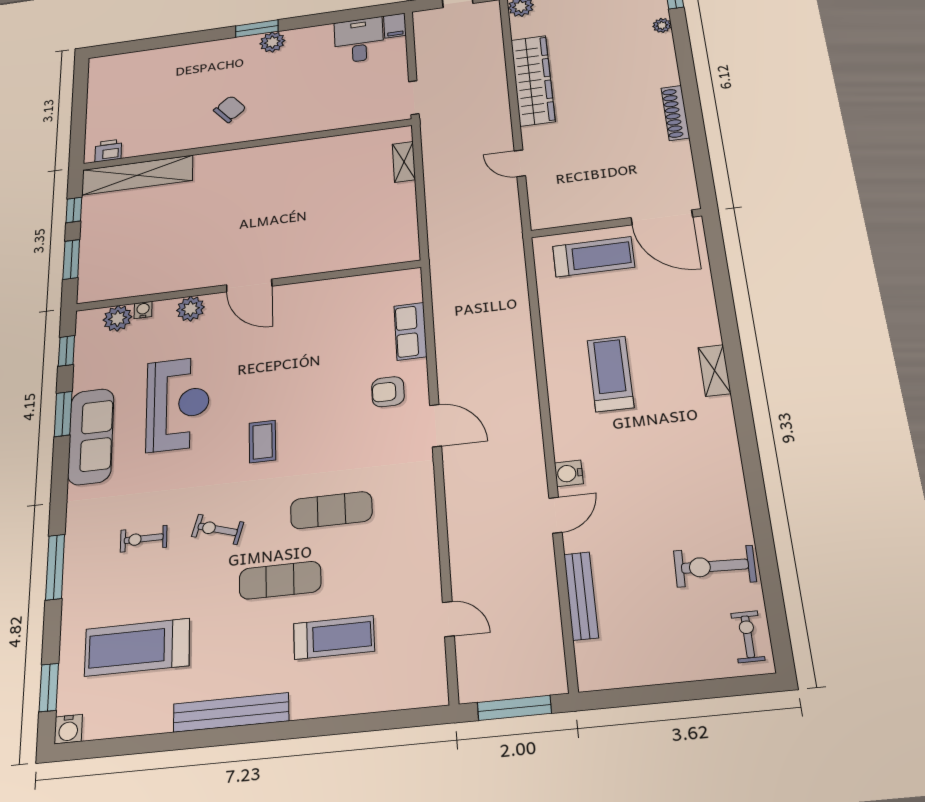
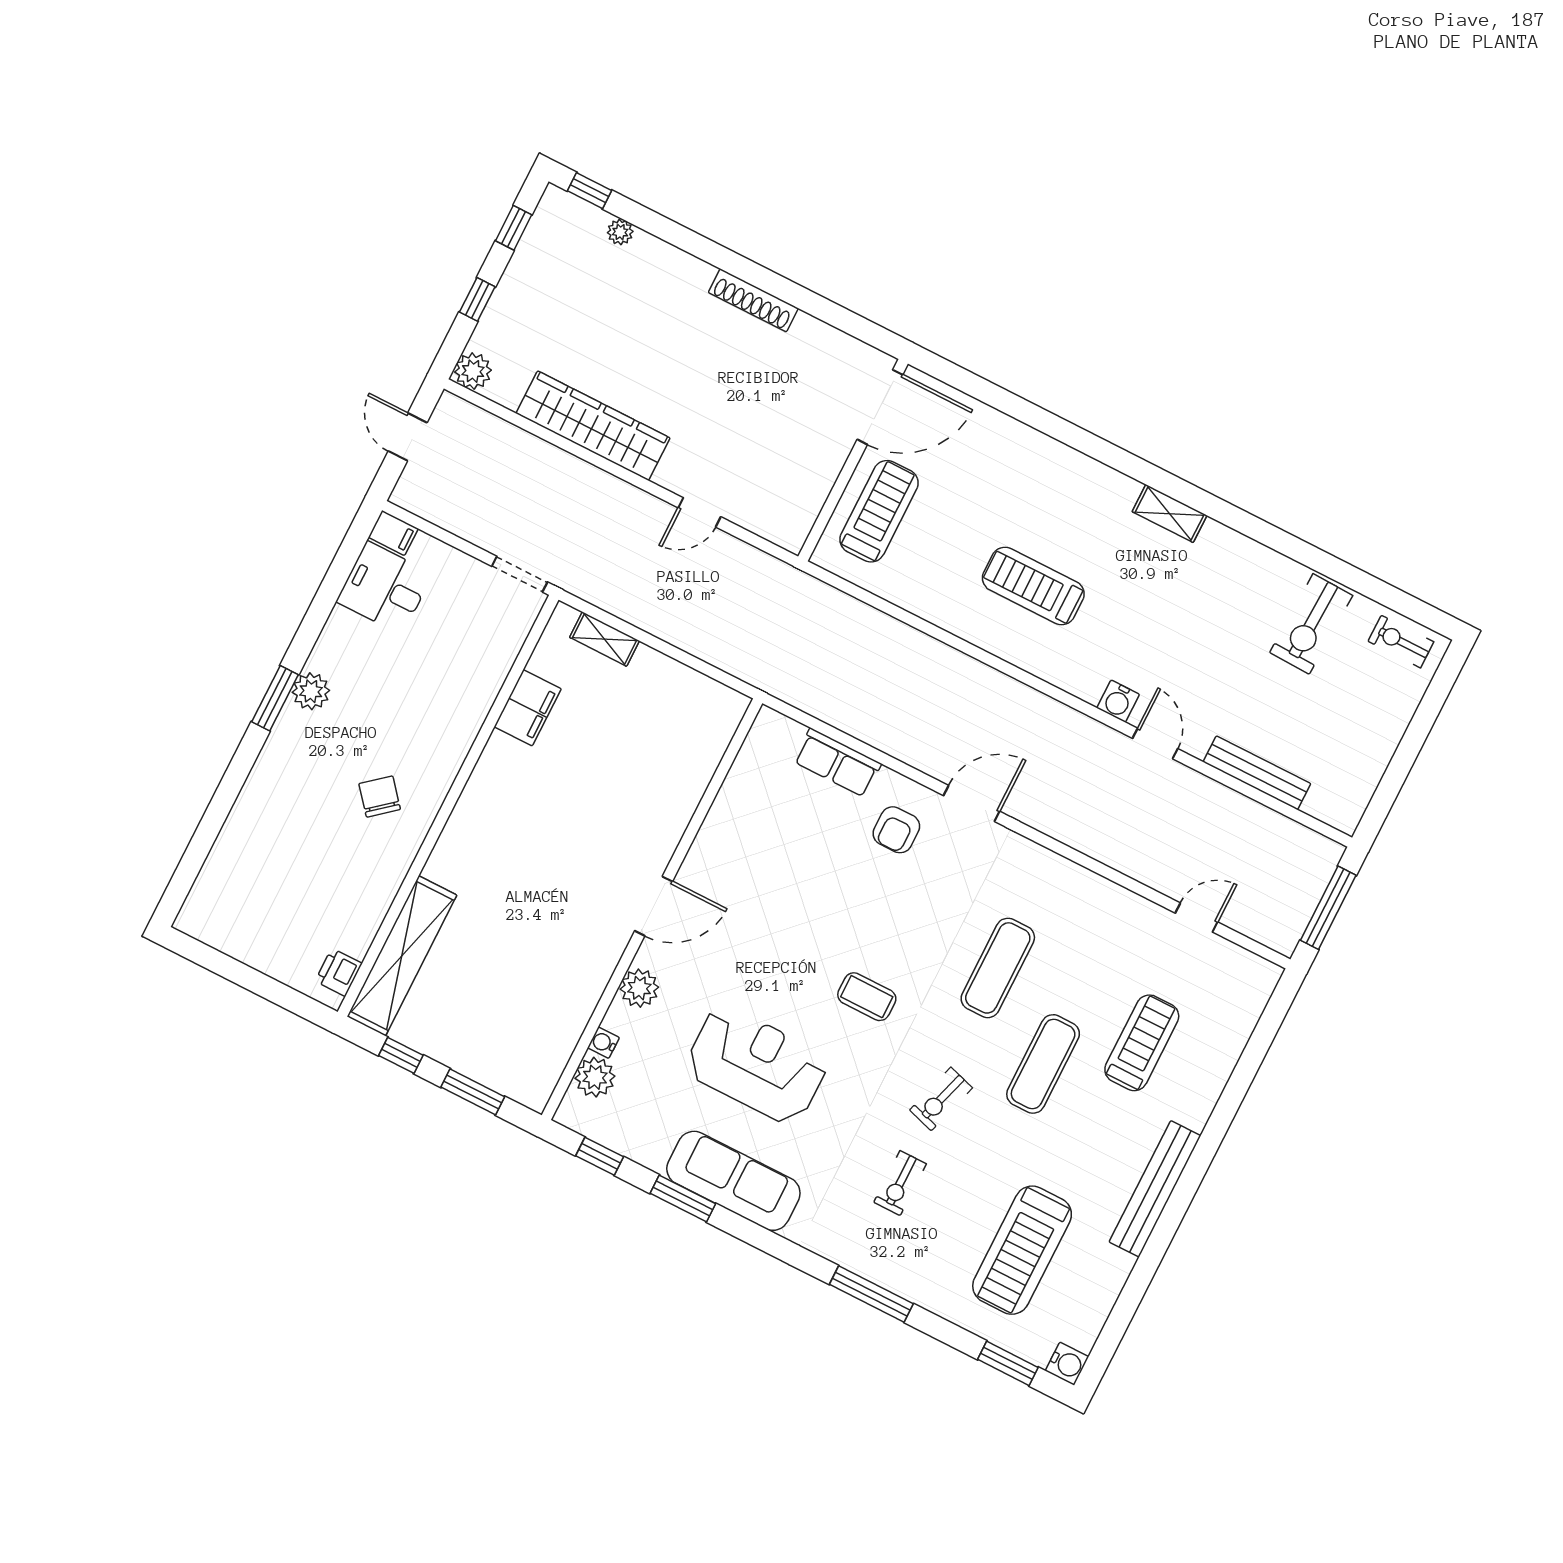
filing cabinet: (334, 149) -> (528, 708), added
shelving: (714, 371) -> (1170, 514), moved

